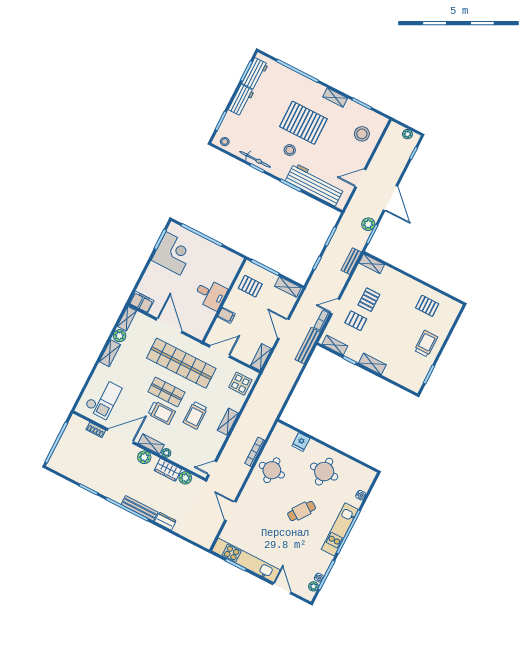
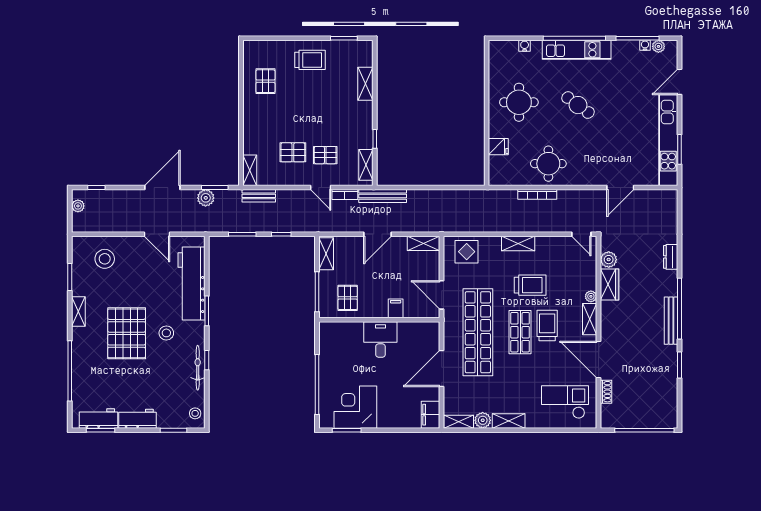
pallet: (356, 321) -> (325, 155), turned 90
trolley: (426, 344) -> (310, 60), turned 180
shelving: (372, 364) -> (365, 84), moved
plant: (144, 457) -> (609, 319), removed
bench: (140, 508) -> (671, 321), moved

